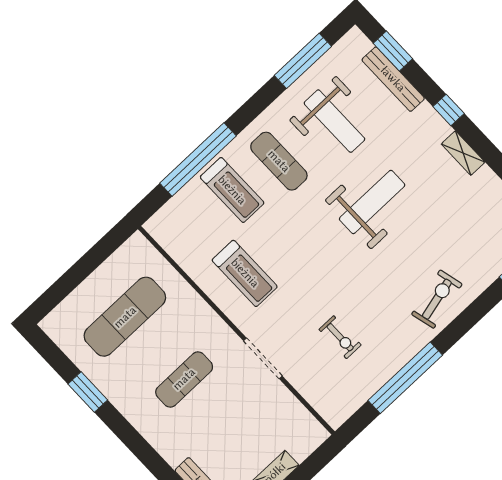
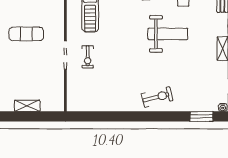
exercise bike: (340, 337) -> (88, 57), moved
window: (405, 378) -> (115, 116), removed

